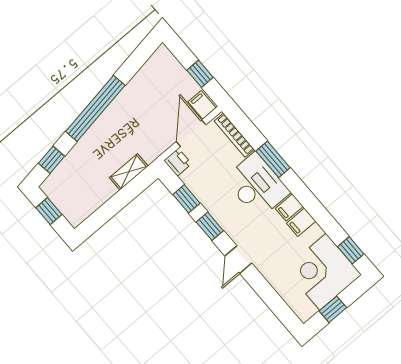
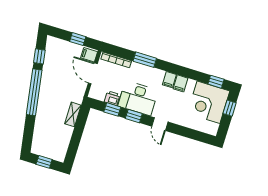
window: (51, 160) -> (39, 56), moved
printer: (178, 162) -> (112, 98), moved
desk: (257, 186) -> (138, 98), moved, turned 180
window: (333, 309) -> (230, 108), moved

